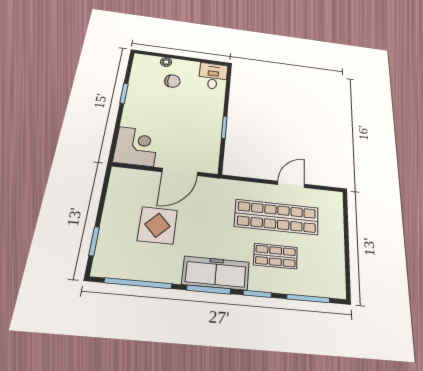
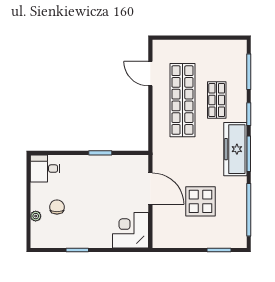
door: (291, 184) -> (150, 74), moved

